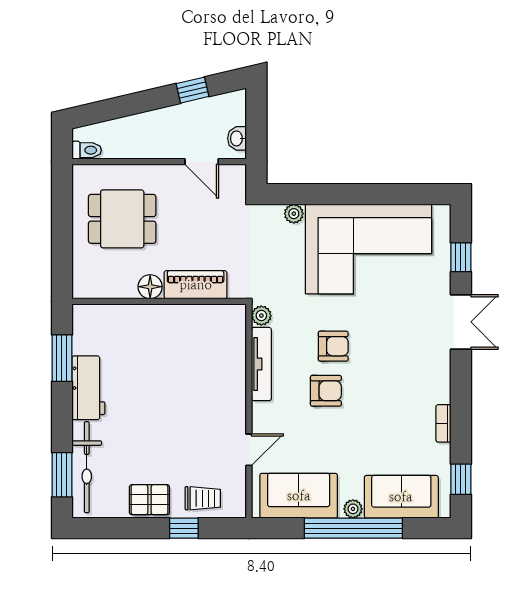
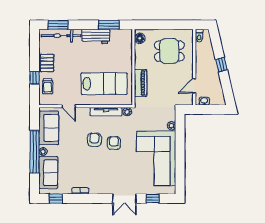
window: (193, 90) -> (221, 65), moved
dining table: (122, 219) -> (169, 51), turned 90
floor lamp: (150, 287) -> (140, 38), moved
armchair: (333, 346) -> (114, 143), turned 180
lab bench: (197, 368) -> (104, 84), added
armchair: (326, 391) -> (94, 140), turned 180

